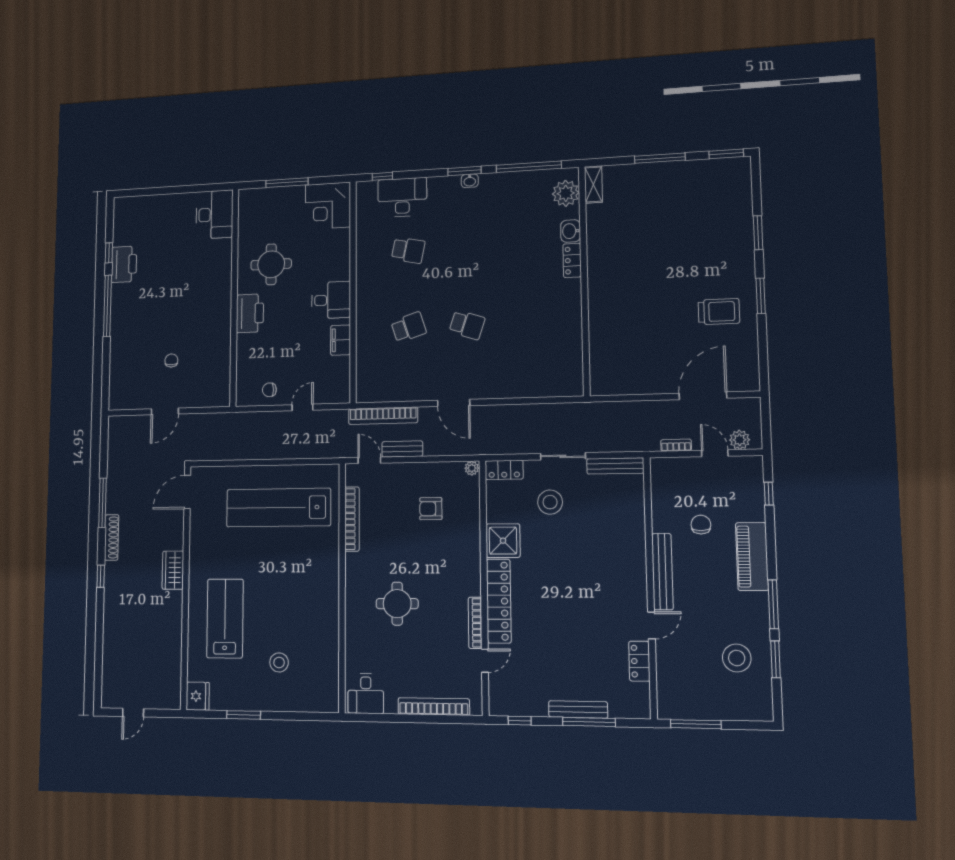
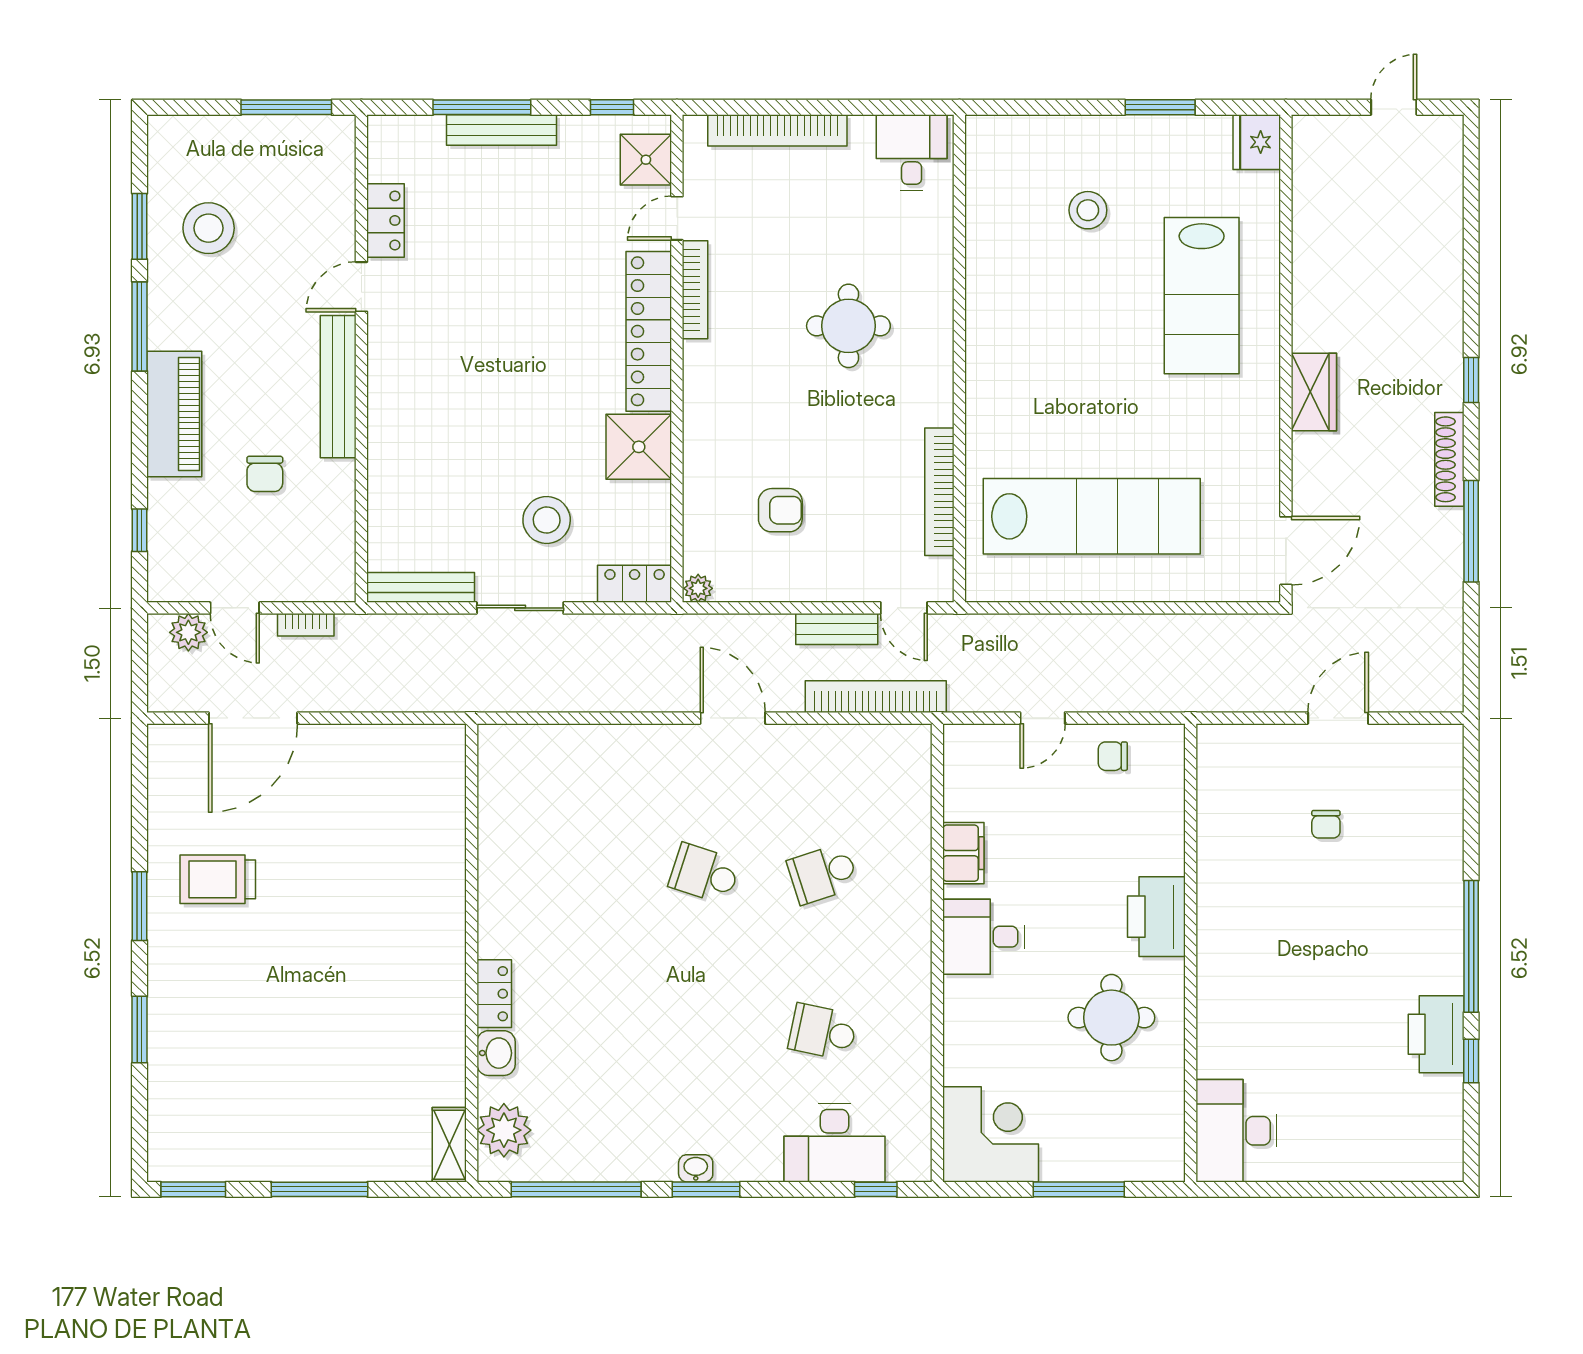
chair: (269, 390) -> (1113, 756), turned 180
shower: (501, 692) -> (646, 160), added

